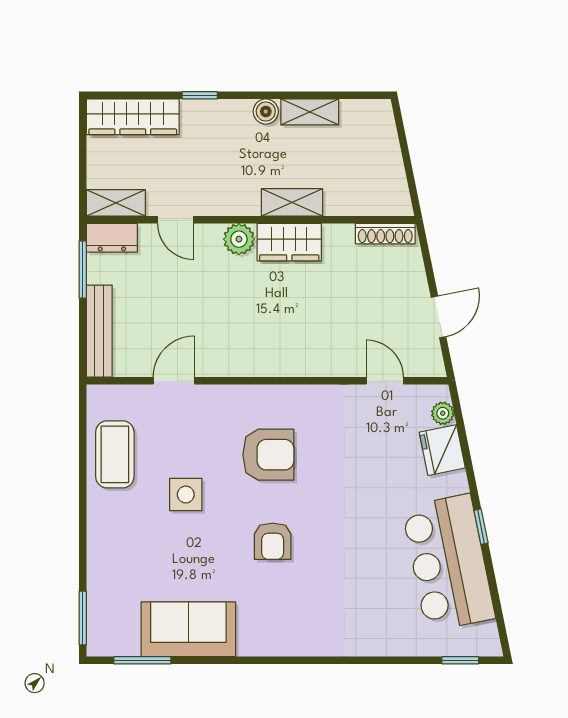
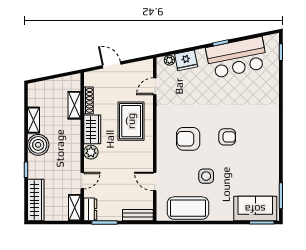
boiler: (266, 111) -> (38, 145), width x1.86, depth x1.86
shelving: (292, 202) -> (74, 105), moved
shoe rack: (385, 234) -> (88, 100), moved
door: (439, 317) -> (112, 65), moved
rug: (308, 328) -> (131, 121), added
bench: (99, 331) -> (138, 215), width x0.73
coffee table: (115, 454) -> (188, 208), width x1.36, depth x1.32
armchair: (268, 455) -> (188, 139), turned -90
sofa: (188, 629) -> (255, 209), moved, turned 90

